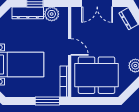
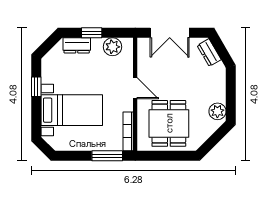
dresser: (28, 13) -> (77, 45), width x0.70
dining table: (97, 75) -> (169, 123), width x0.73

